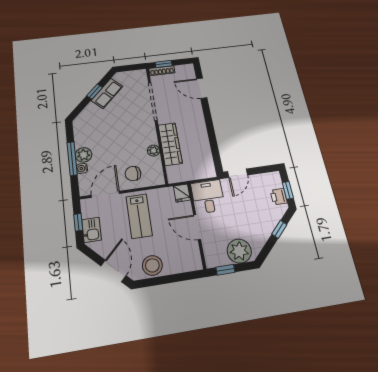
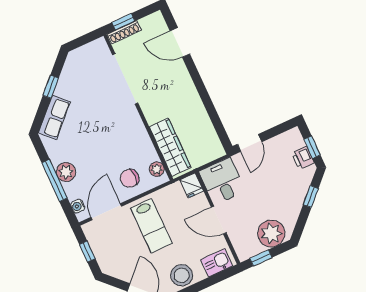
row of seats: (107, 93) -> (54, 117), moved
wardrobe: (170, 144) -> (170, 147), moved
plant: (154, 151) -> (157, 169), moved
water cooler: (82, 168) -> (78, 206), moved
kitchen sink: (92, 230) -> (217, 263), moved, turned -90

